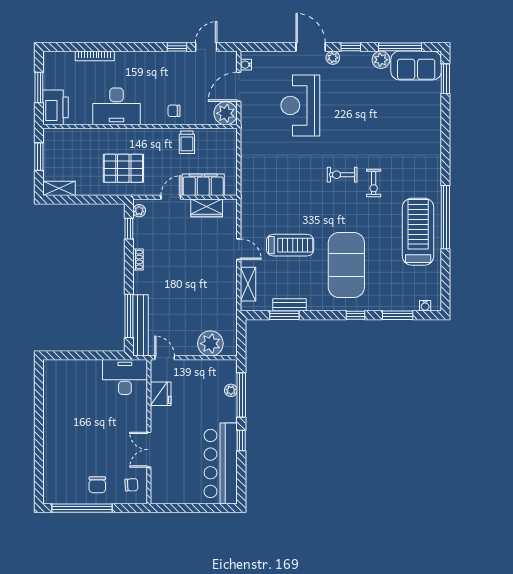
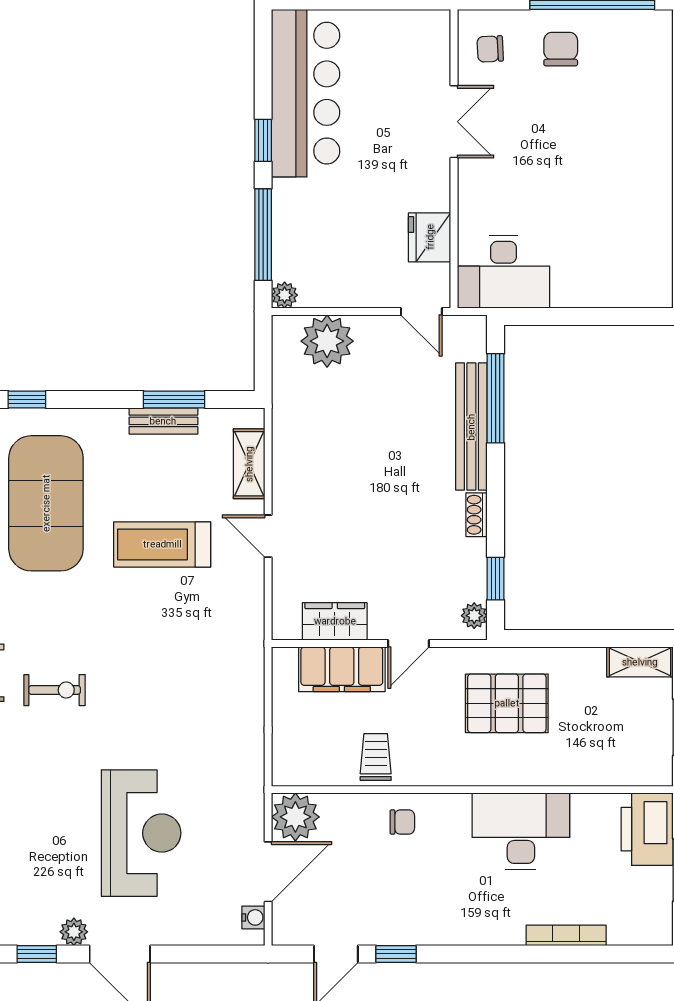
bench: (140, 325) -> (471, 427), moved
plant: (231, 390) -> (285, 295), moved

